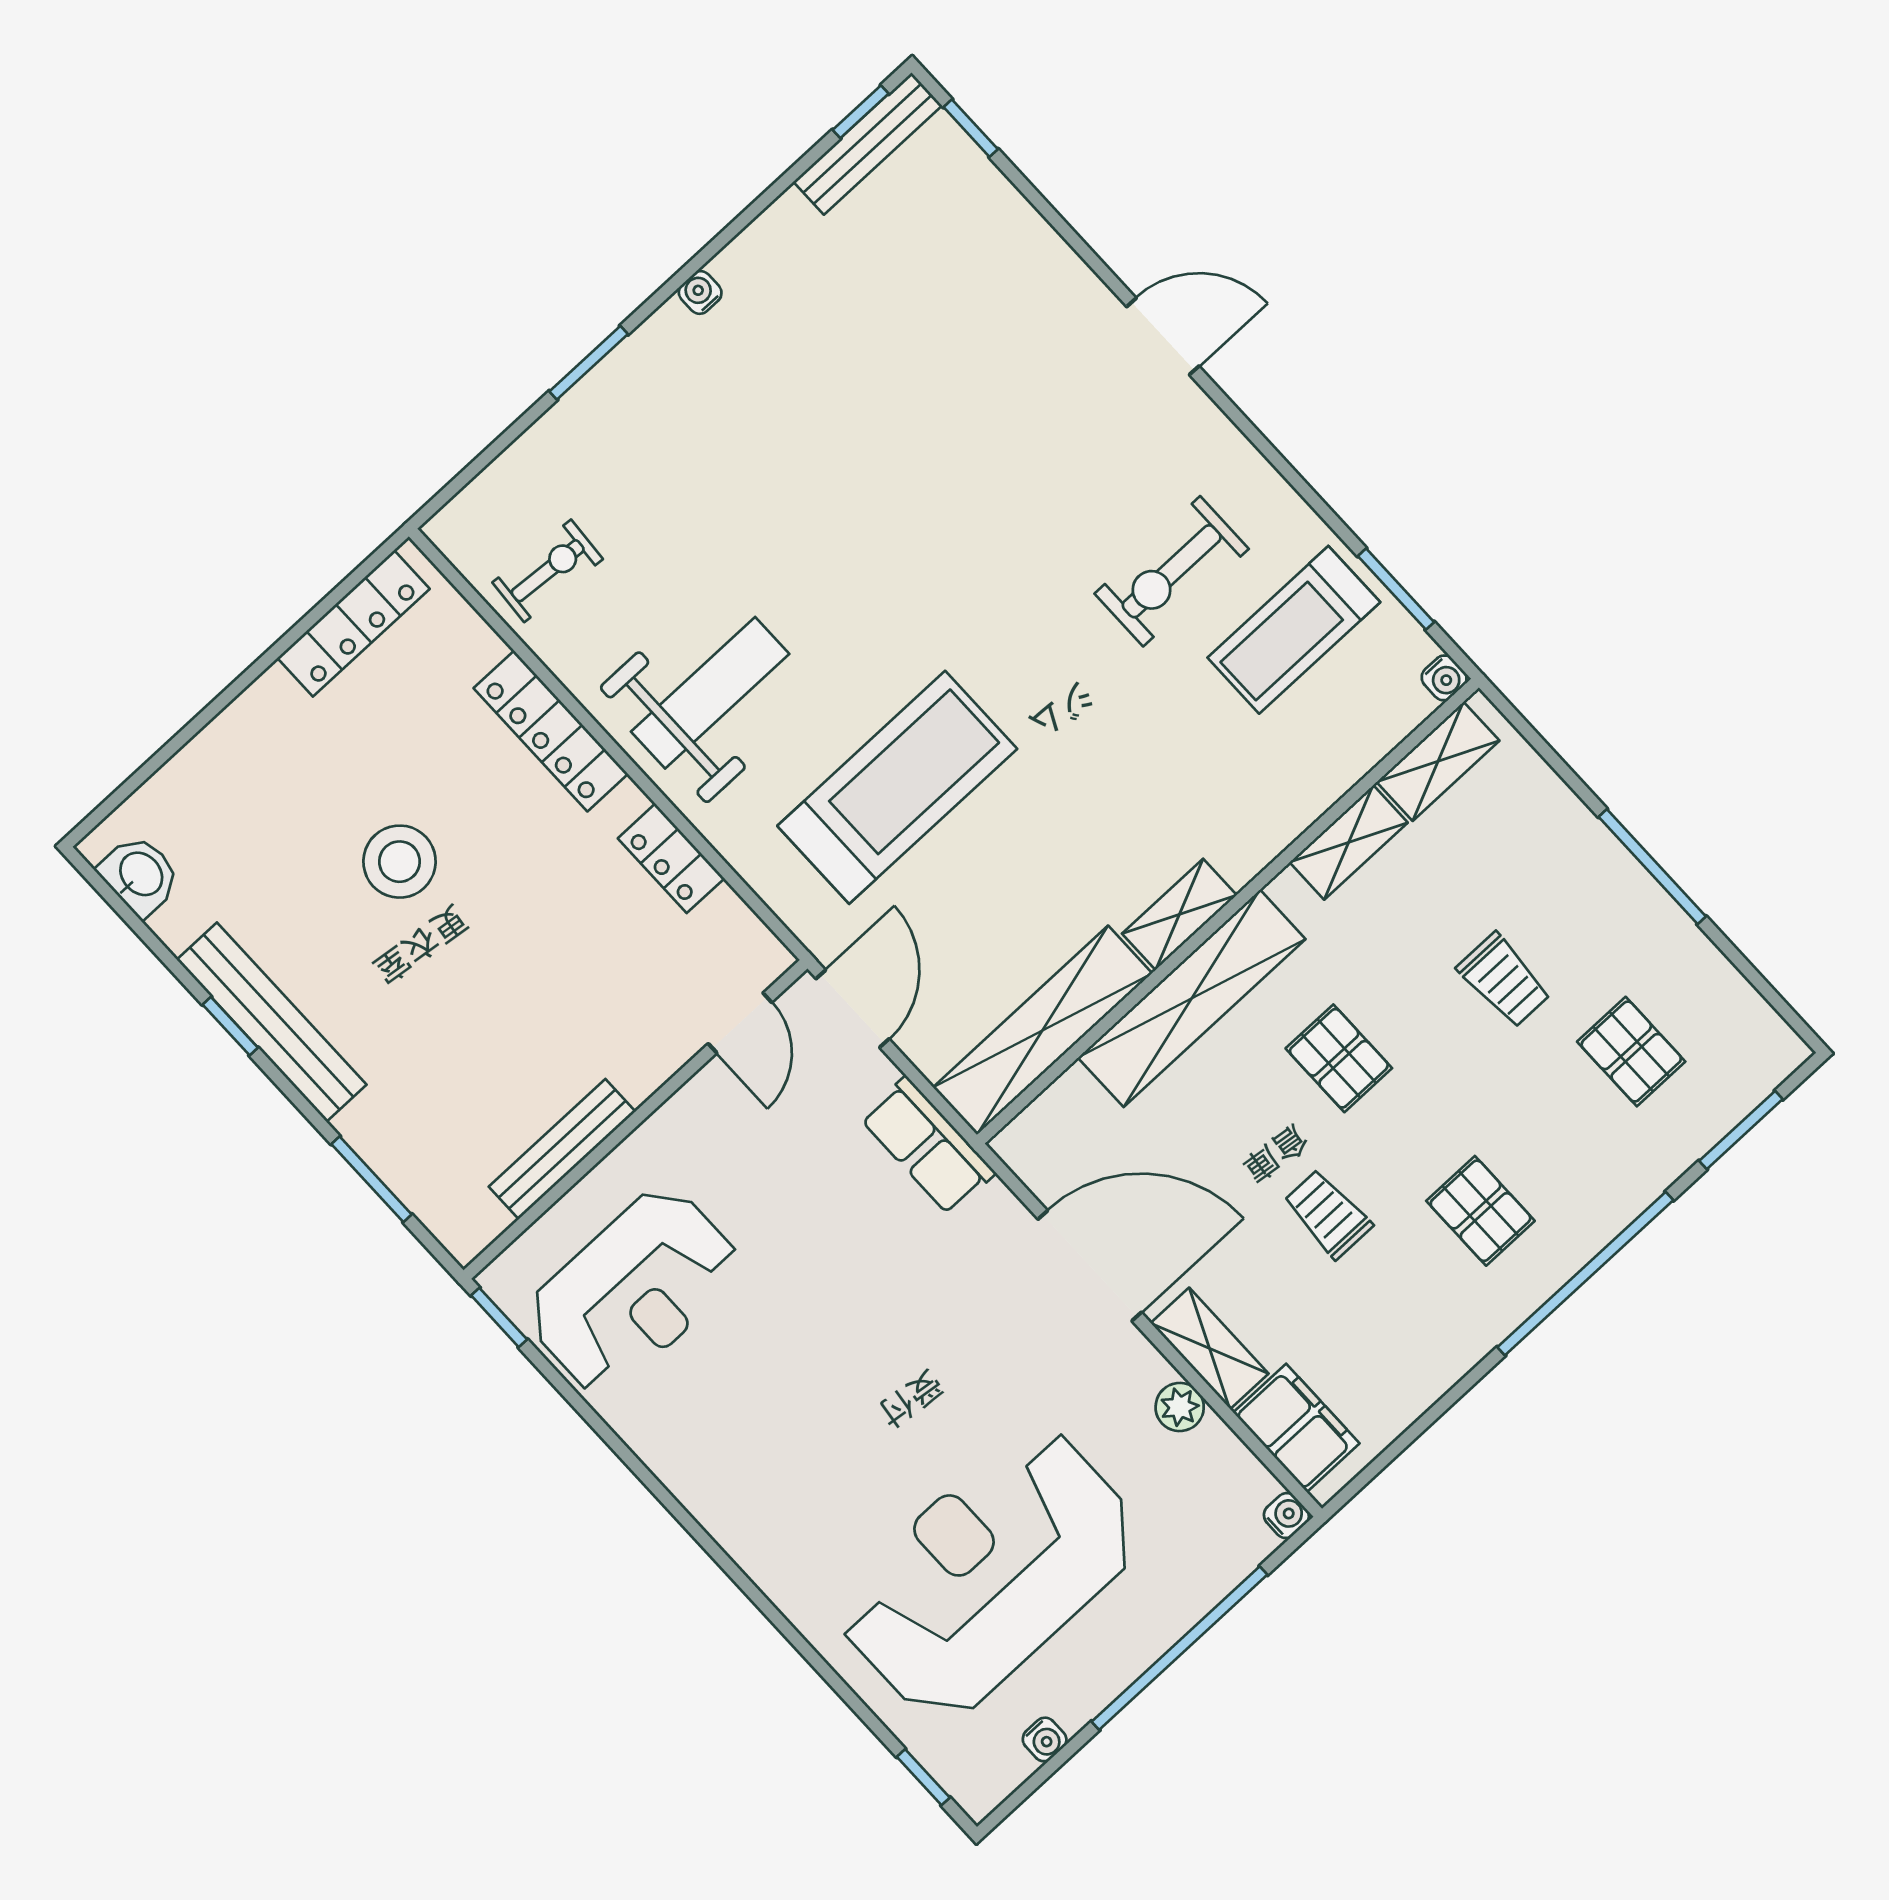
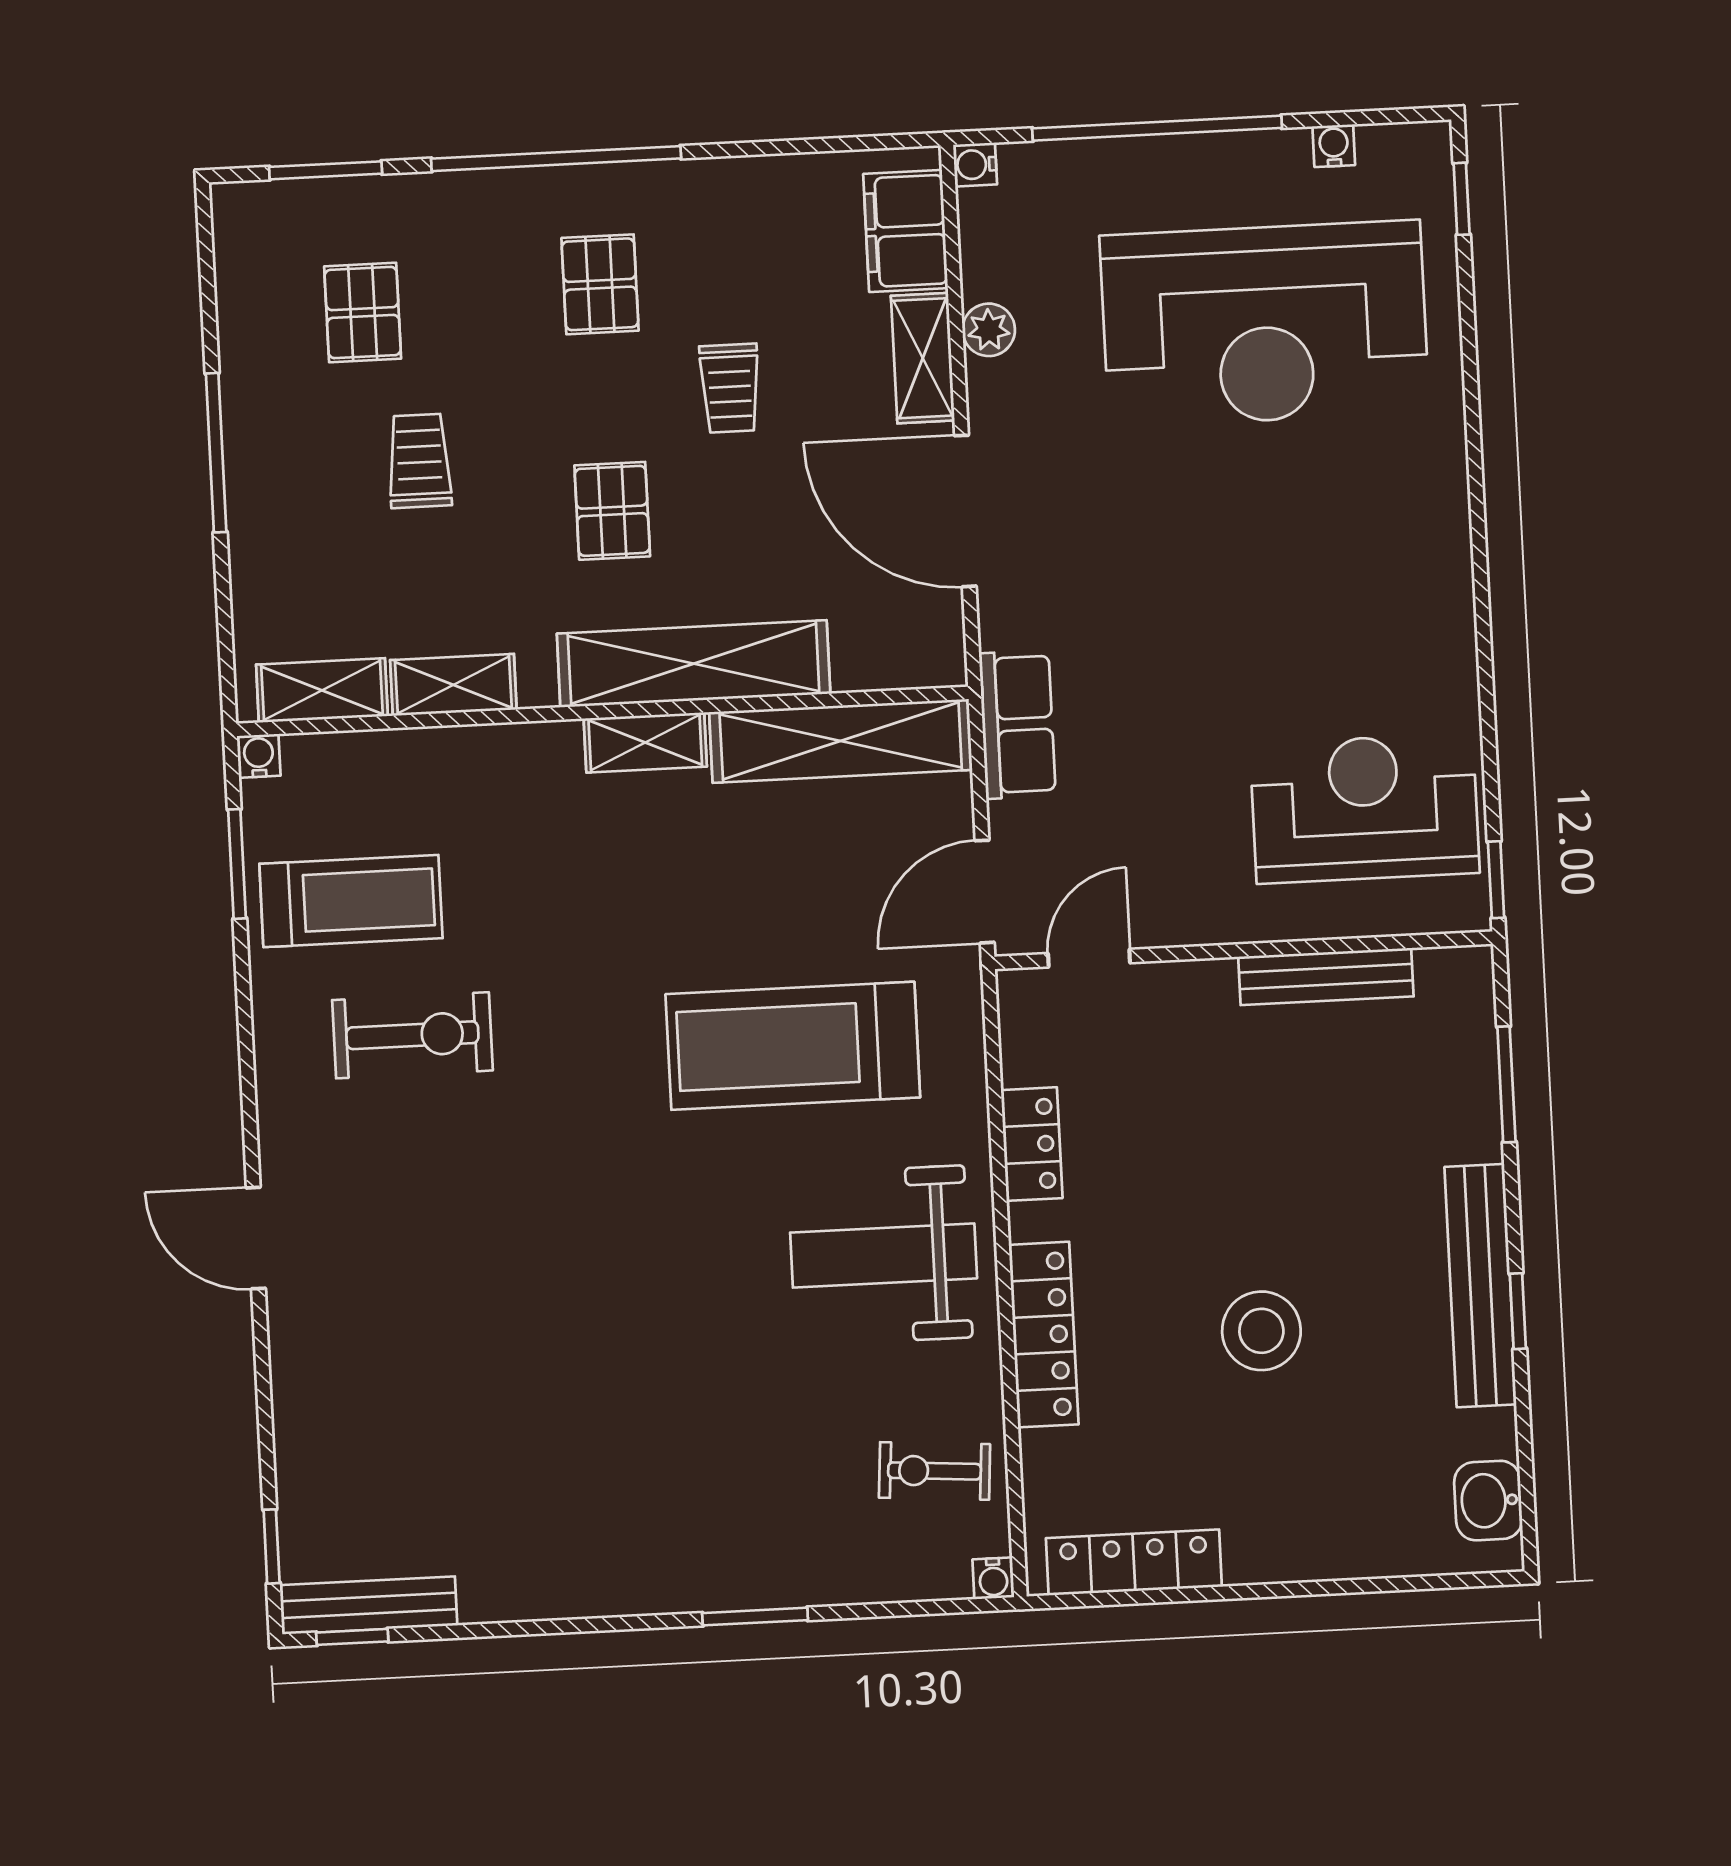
water cooler: (700, 292) -> (993, 1578), moved

